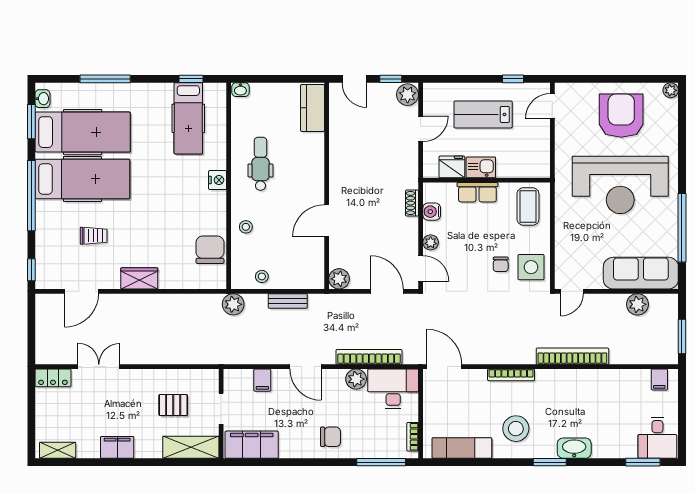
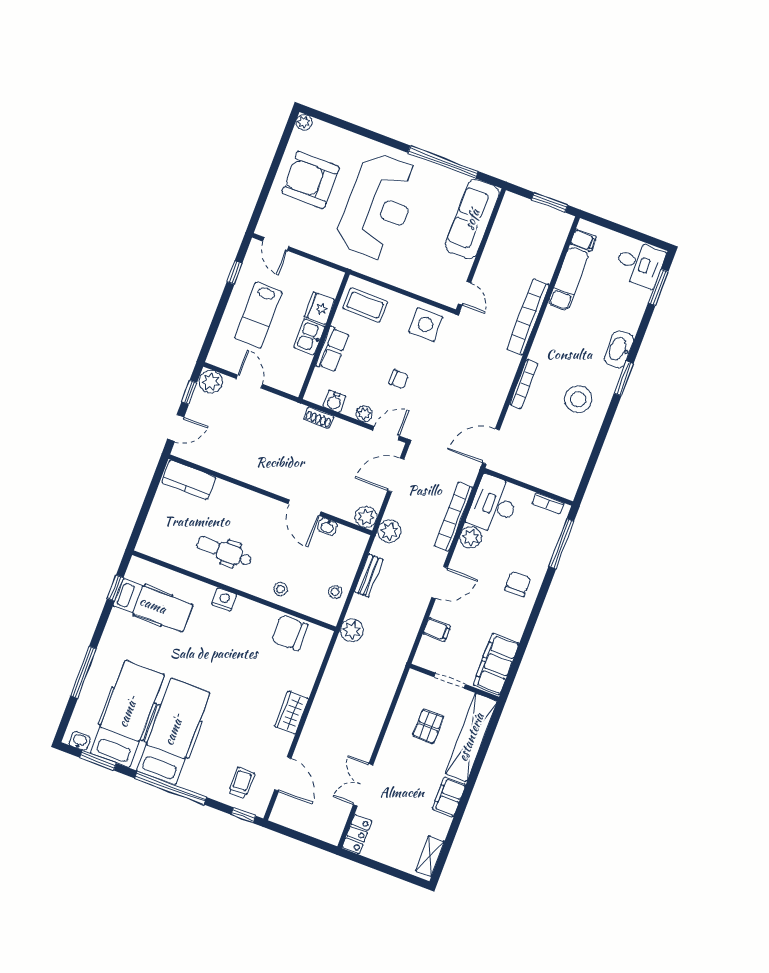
washbasin: (240, 90) -> (327, 527), moved, turned 90
fridge: (452, 167) -> (320, 308), moved
trolley: (94, 236) -> (242, 783), moved
chair: (501, 264) -> (399, 379), moved
plant: (637, 304) -> (389, 531), moved
shelving: (191, 447) -> (471, 737), width x1.47
exam couch: (462, 448) -> (569, 279), moved, turned 180

